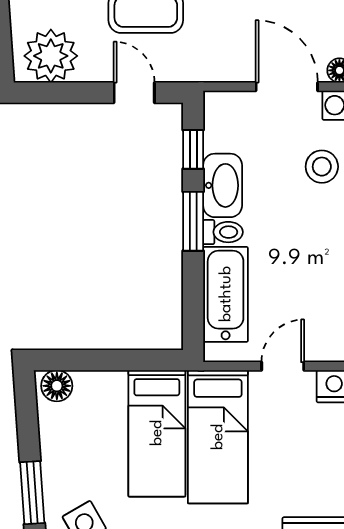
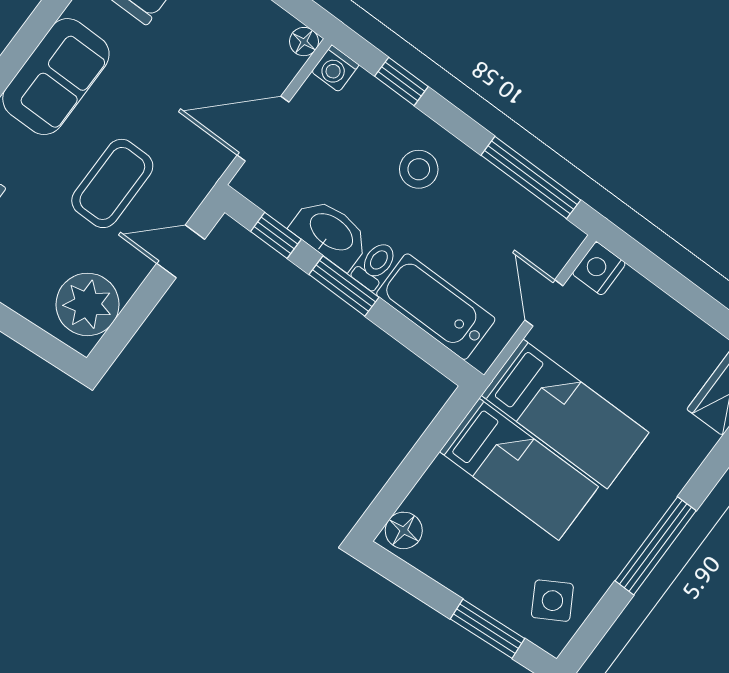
door: (287, 87) -> (263, 129), moved
stool: (322, 167) -> (419, 169), moved

